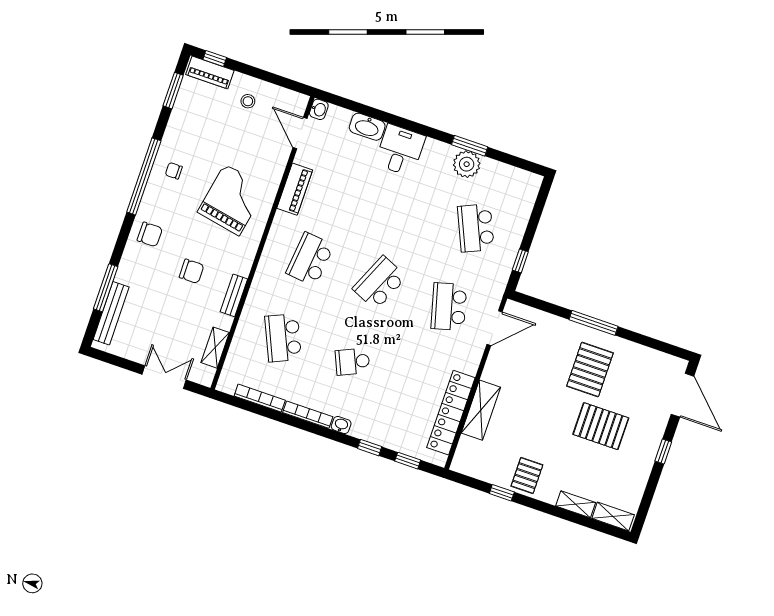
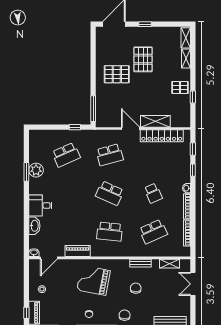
window: (594, 323) -> (93, 109), moved
door: (495, 328) -> (131, 129), moved

